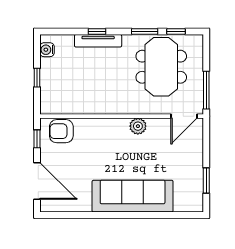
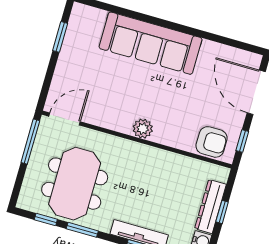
dresser: (48, 79) -> (210, 206), added
plant: (138, 126) -> (143, 129), moved

